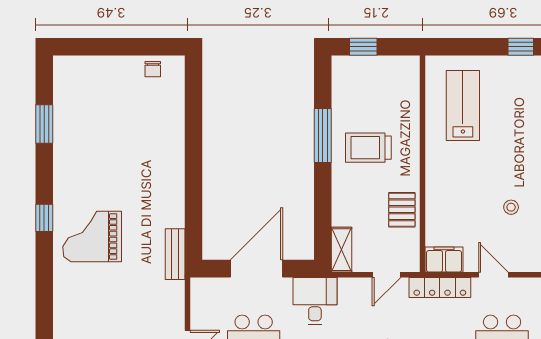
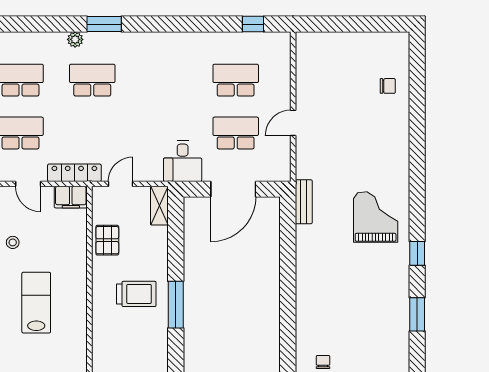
lab bench: (463, 105) -> (36, 303), moved, turned 180
window: (44, 218) -> (417, 253), moved
grand piano: (92, 237) -> (376, 217), turned -90

